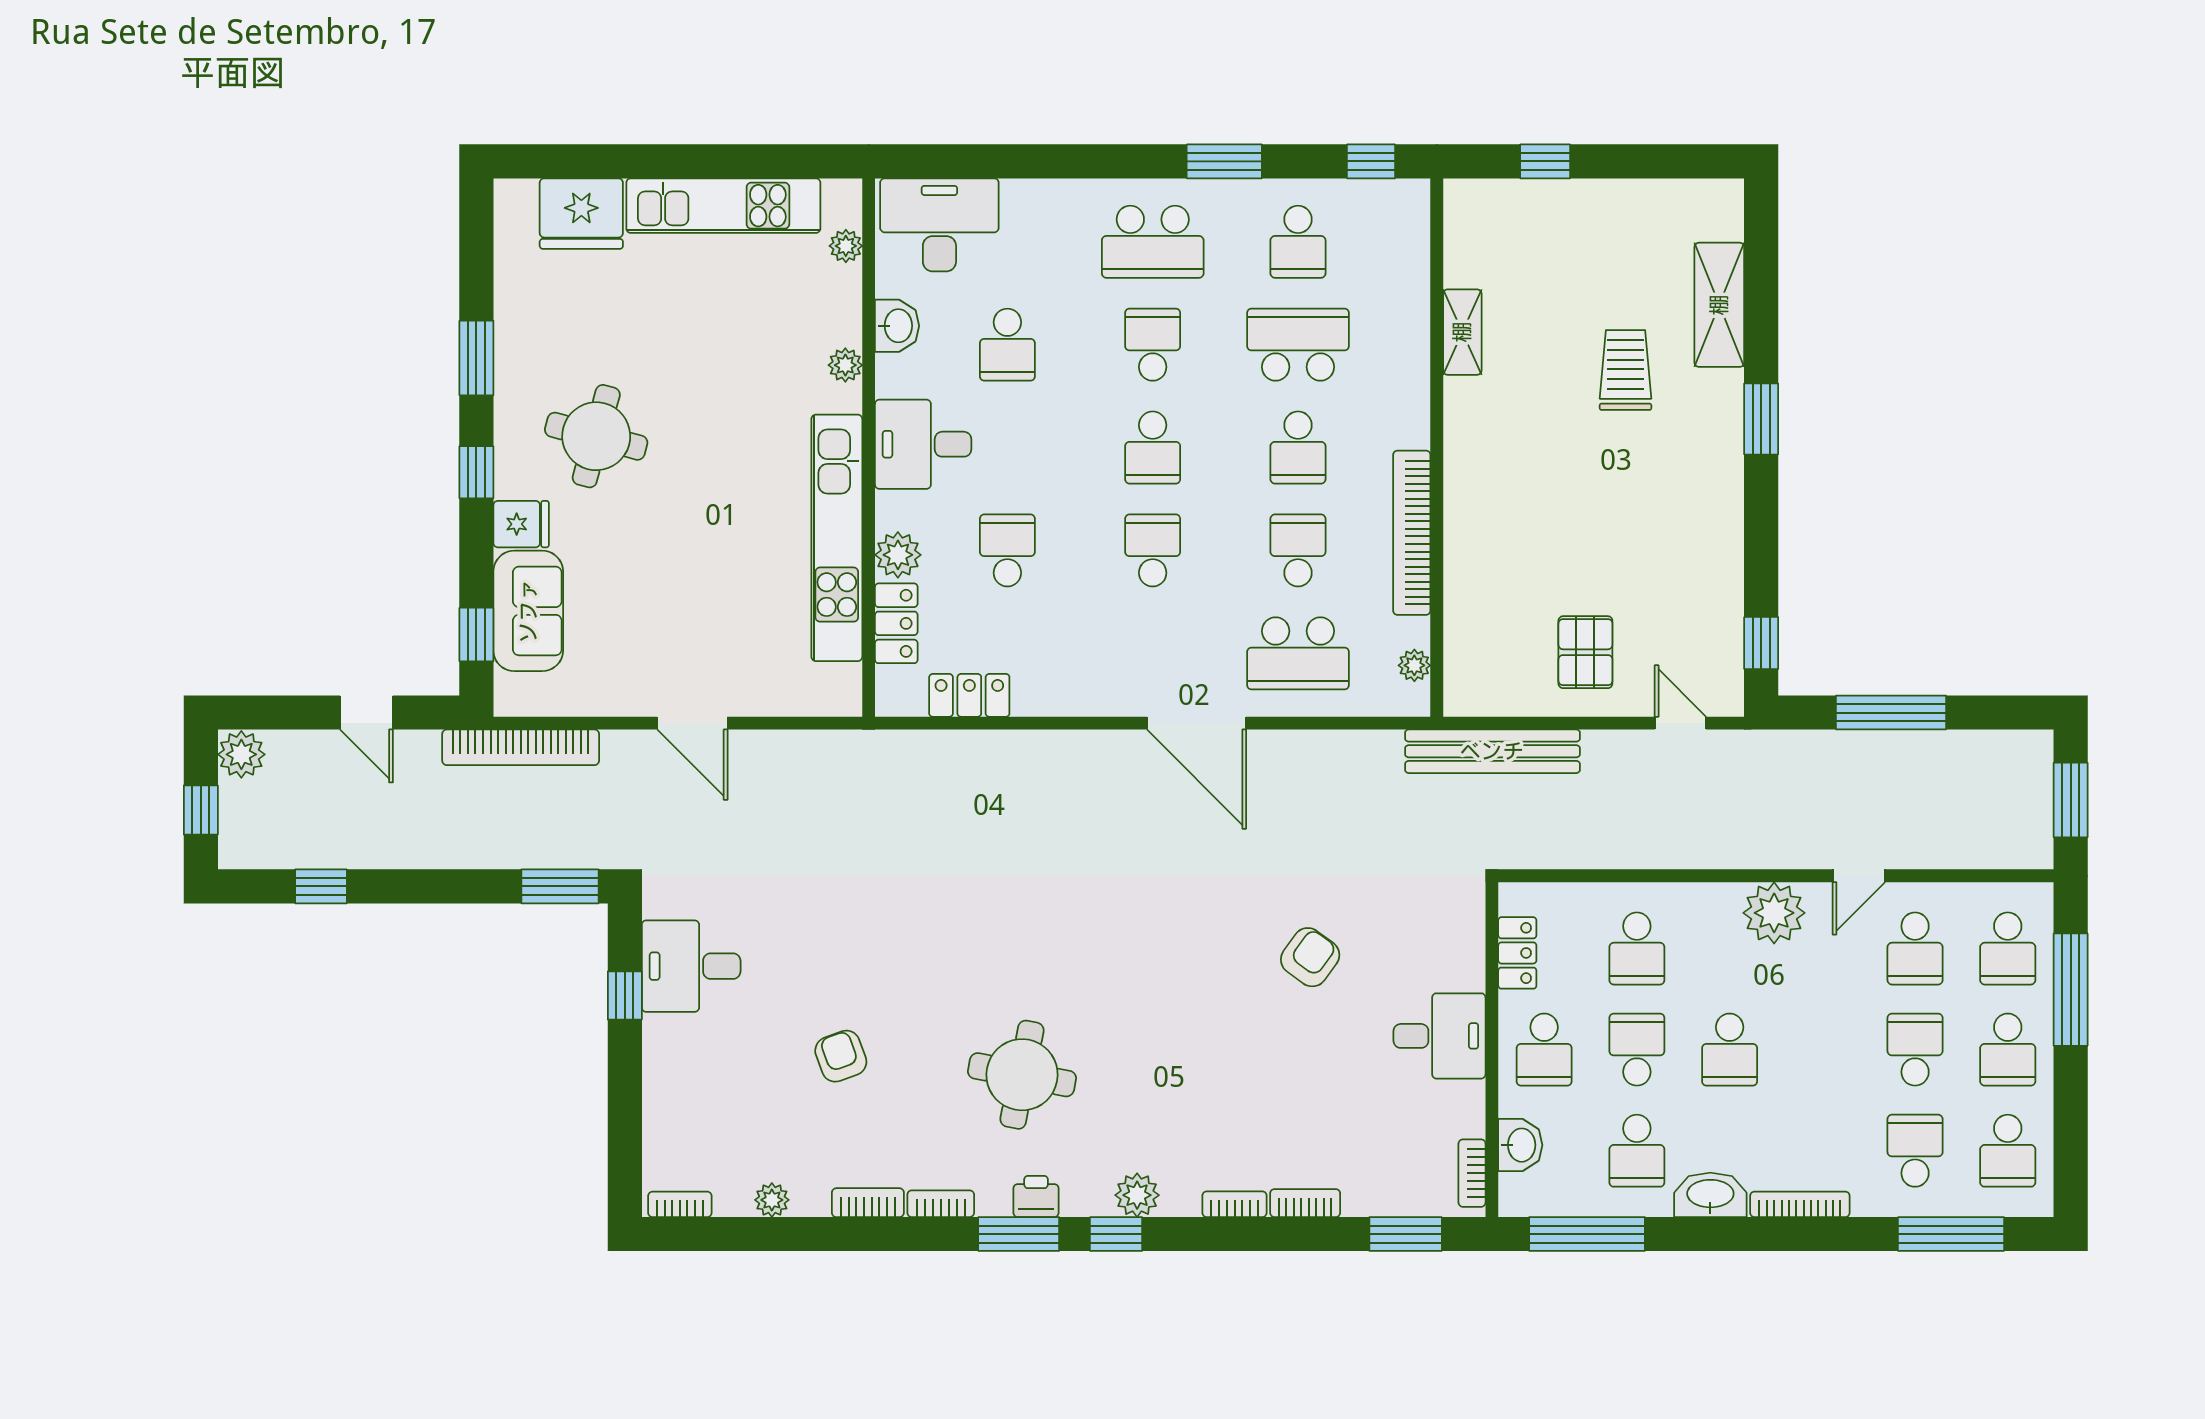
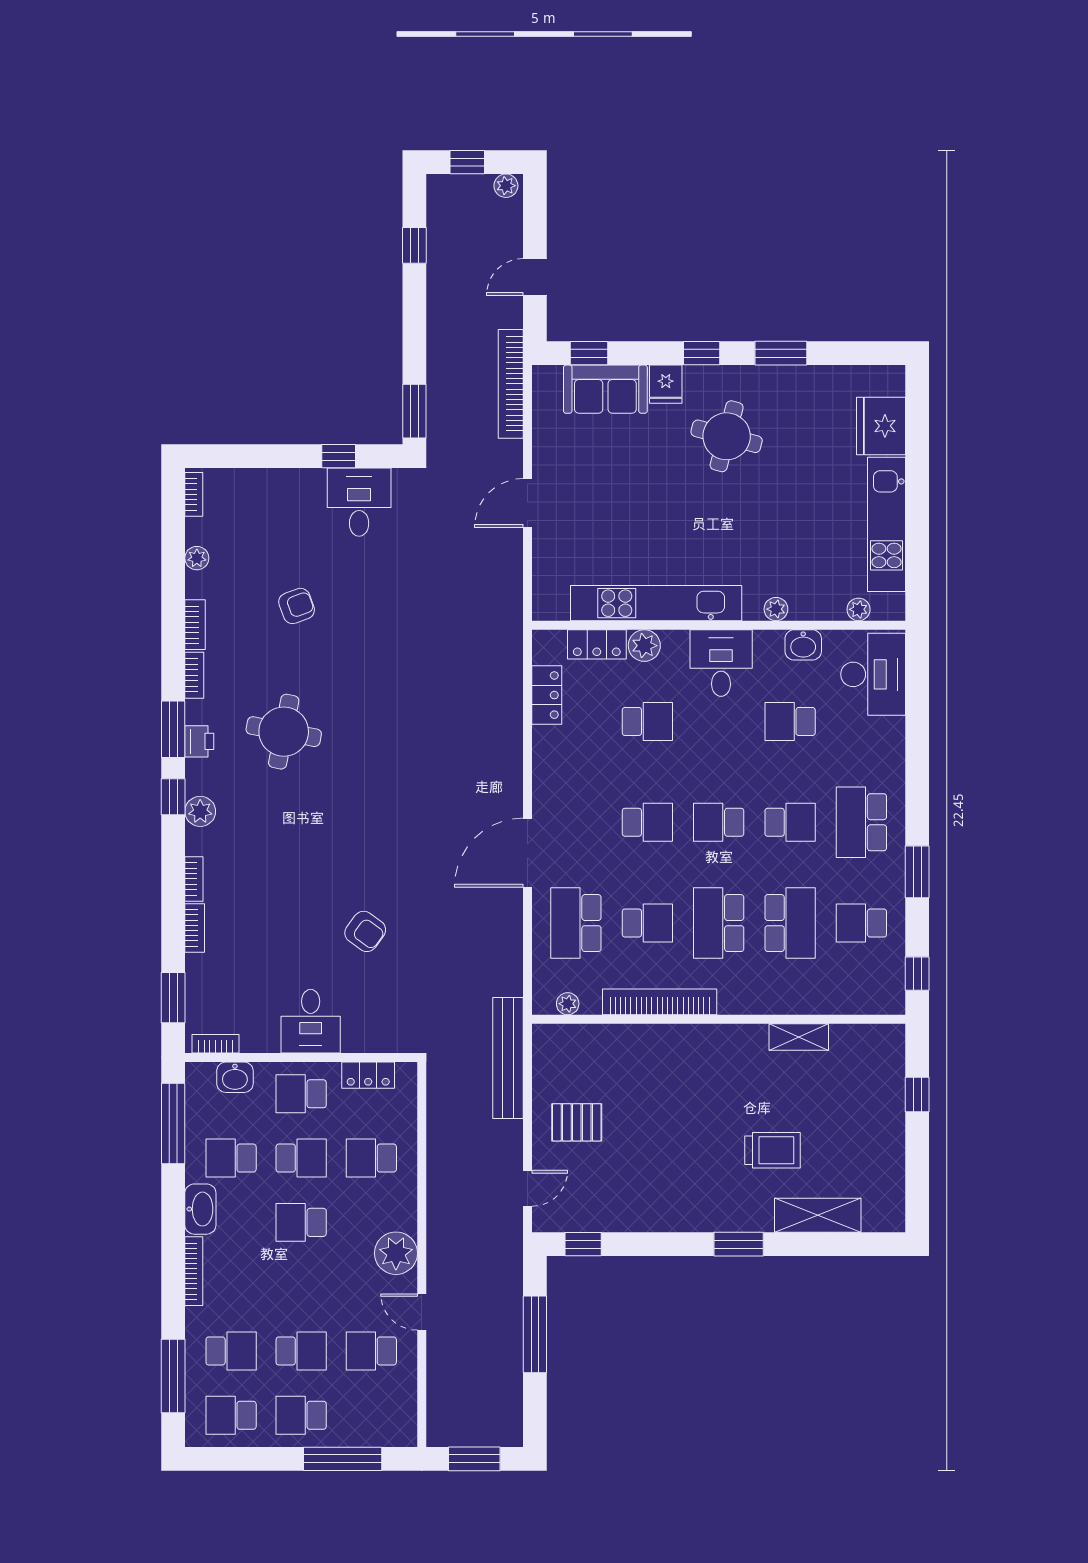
school desk: (1298, 448) -> (719, 923), width x1.85
plant: (241, 754) -> (506, 186), width x0.73, depth x0.73
school desk: (2008, 948) -> (371, 1415), removed

